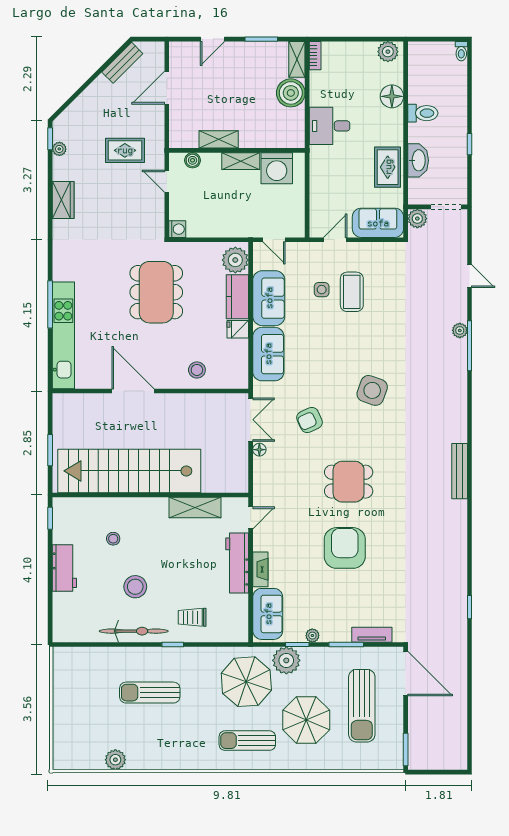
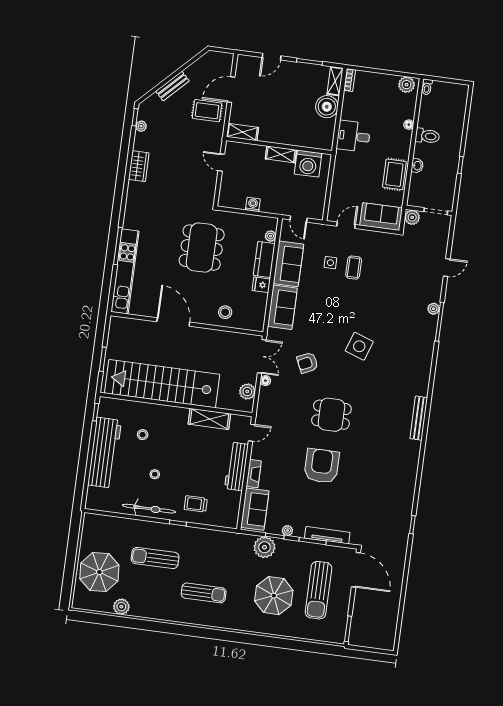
toilet: (461, 51) -> (427, 87), moved
bench: (122, 63) -> (172, 86), moved
floor lamp: (392, 96) -> (409, 125), width x0.53, depth x0.53
shelving: (219, 139) -> (242, 132), moved
rug: (125, 150) -> (207, 111), moved
boiler: (193, 160) -> (243, 149), removed
washbasin: (418, 160) -> (417, 166), width x0.52, depth x0.69
washing machine: (177, 229) -> (253, 204), moved, turned -90
plant: (235, 260) -> (271, 236), width x0.53, depth x0.53
door: (469, 276) -> (447, 268), hinge flipped
coffee table: (352, 292) -> (354, 268), width x0.73, depth x0.77
plant: (238, 466) -> (247, 391), added
workbench: (64, 568) -> (105, 453), width x1.88, depth x1.32
stool: (135, 587) -> (155, 474), width x0.53, depth x0.53
tv unit: (372, 635) -> (327, 535), width x1.41
parasol: (246, 682) -> (99, 572), moved
sun lounger: (247, 741) -> (204, 593), moved, turned 180

